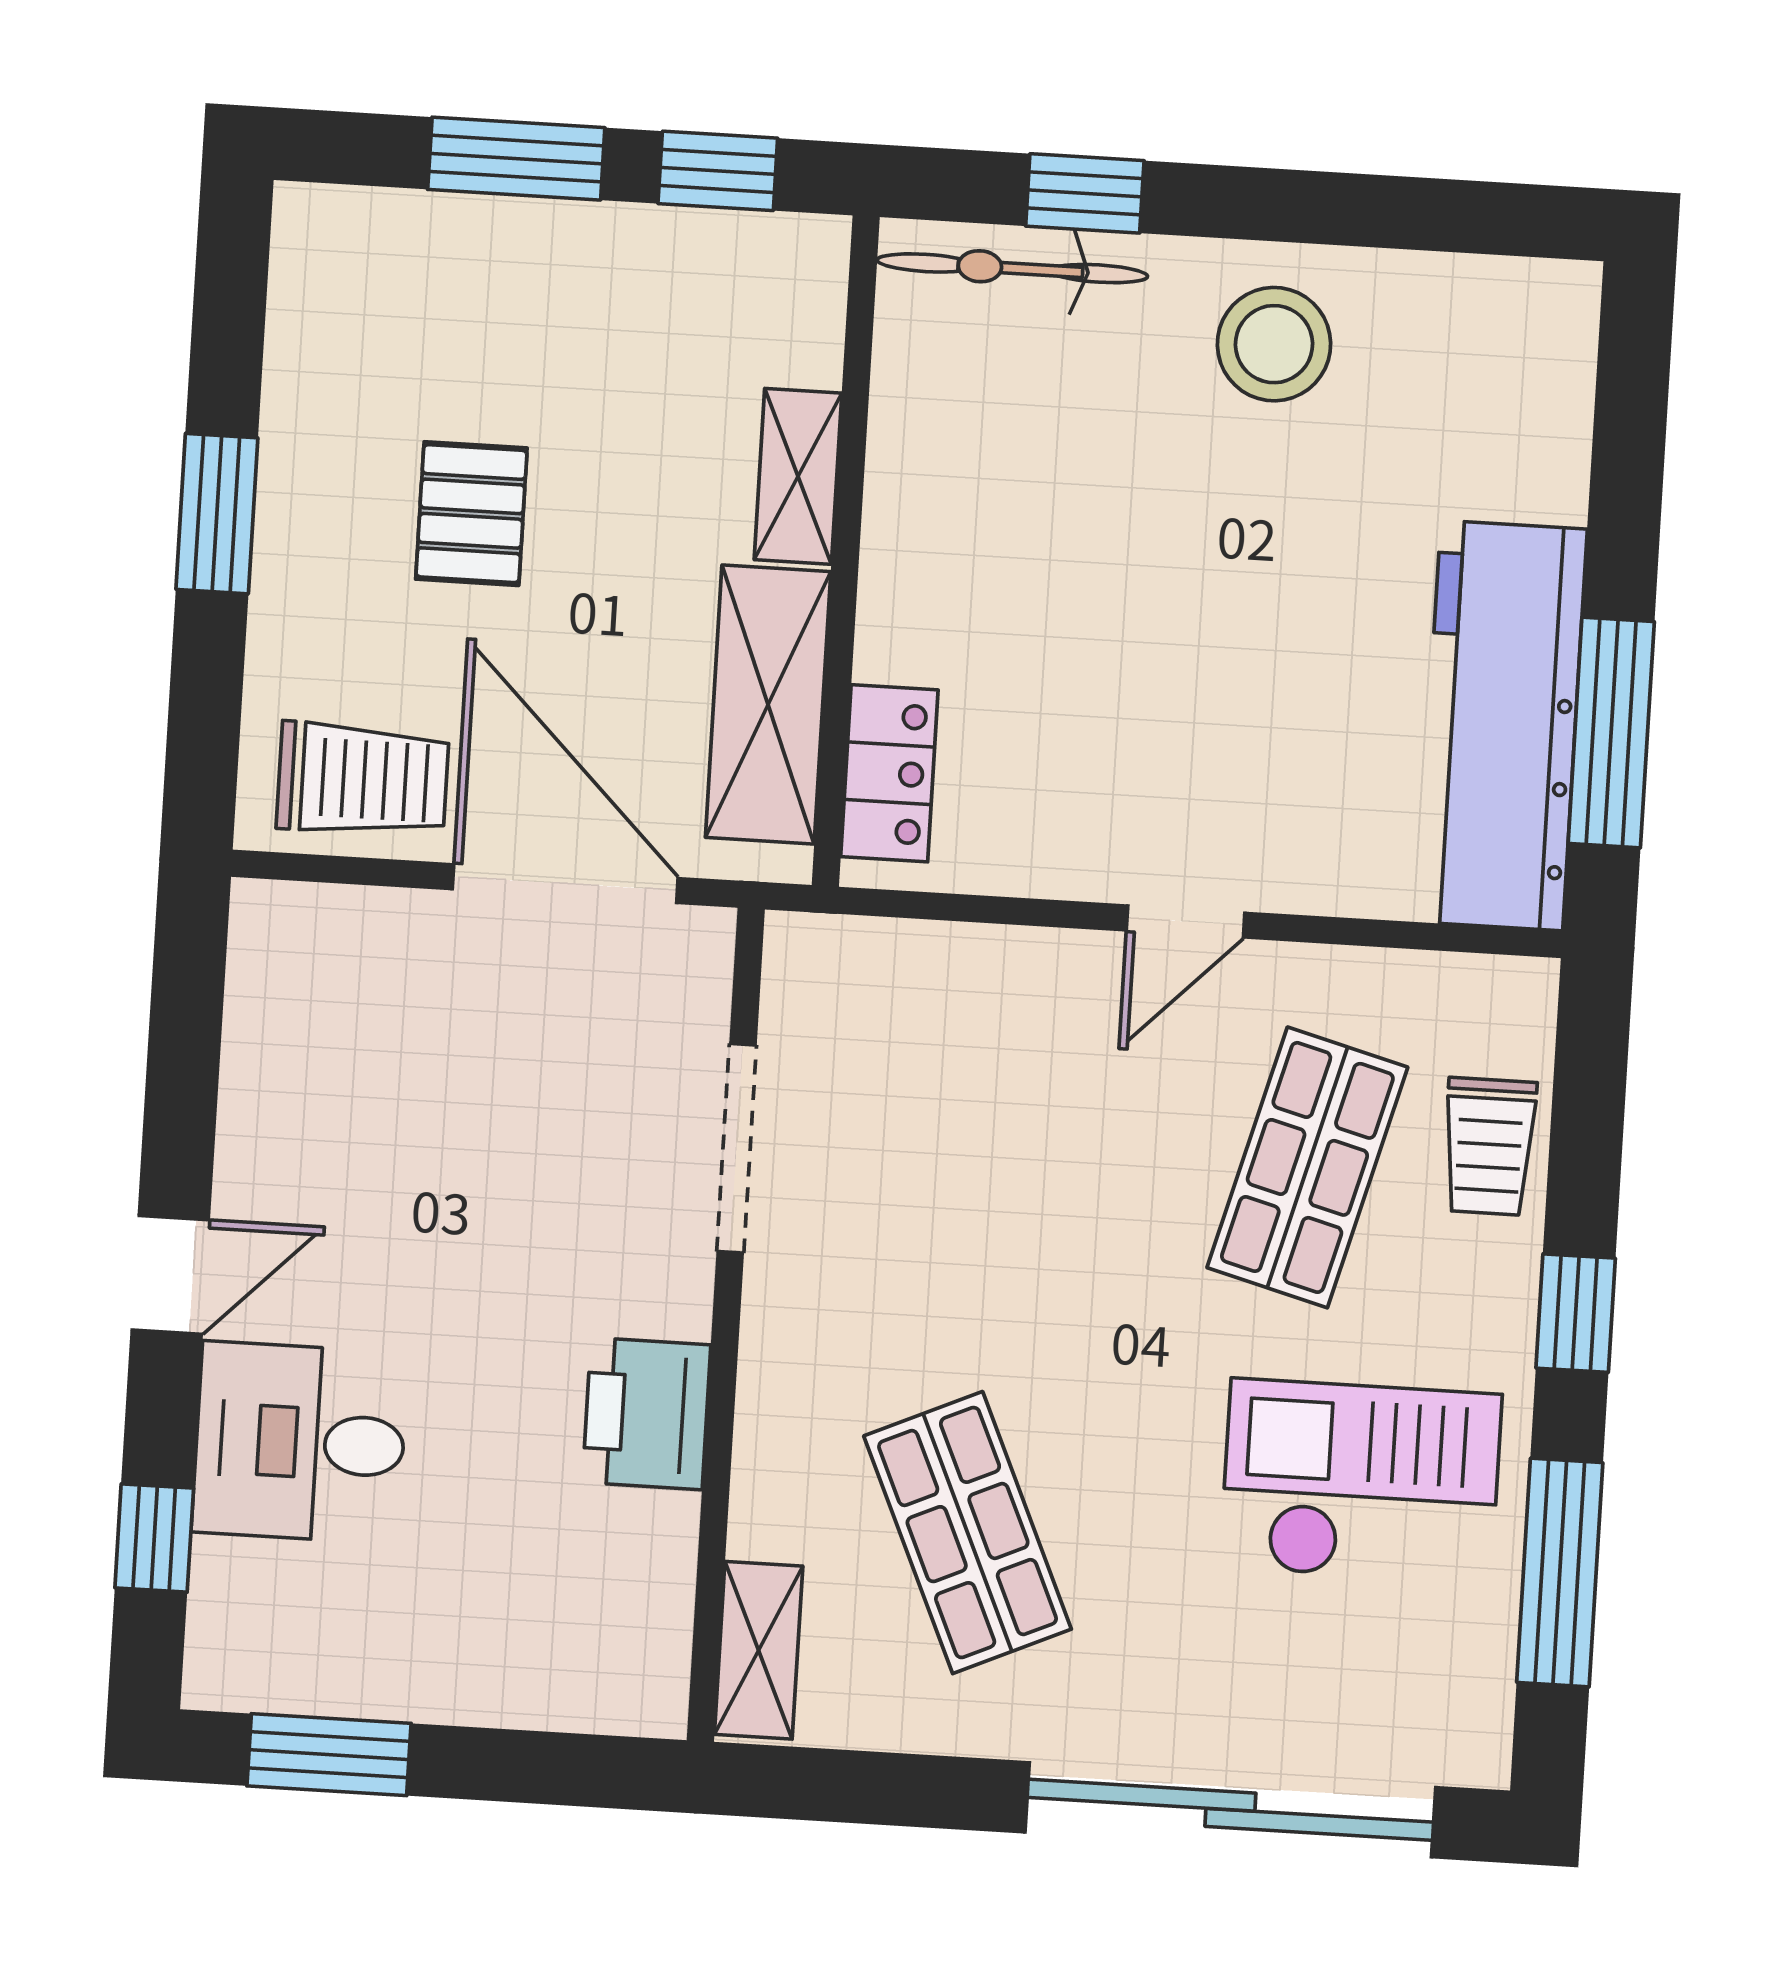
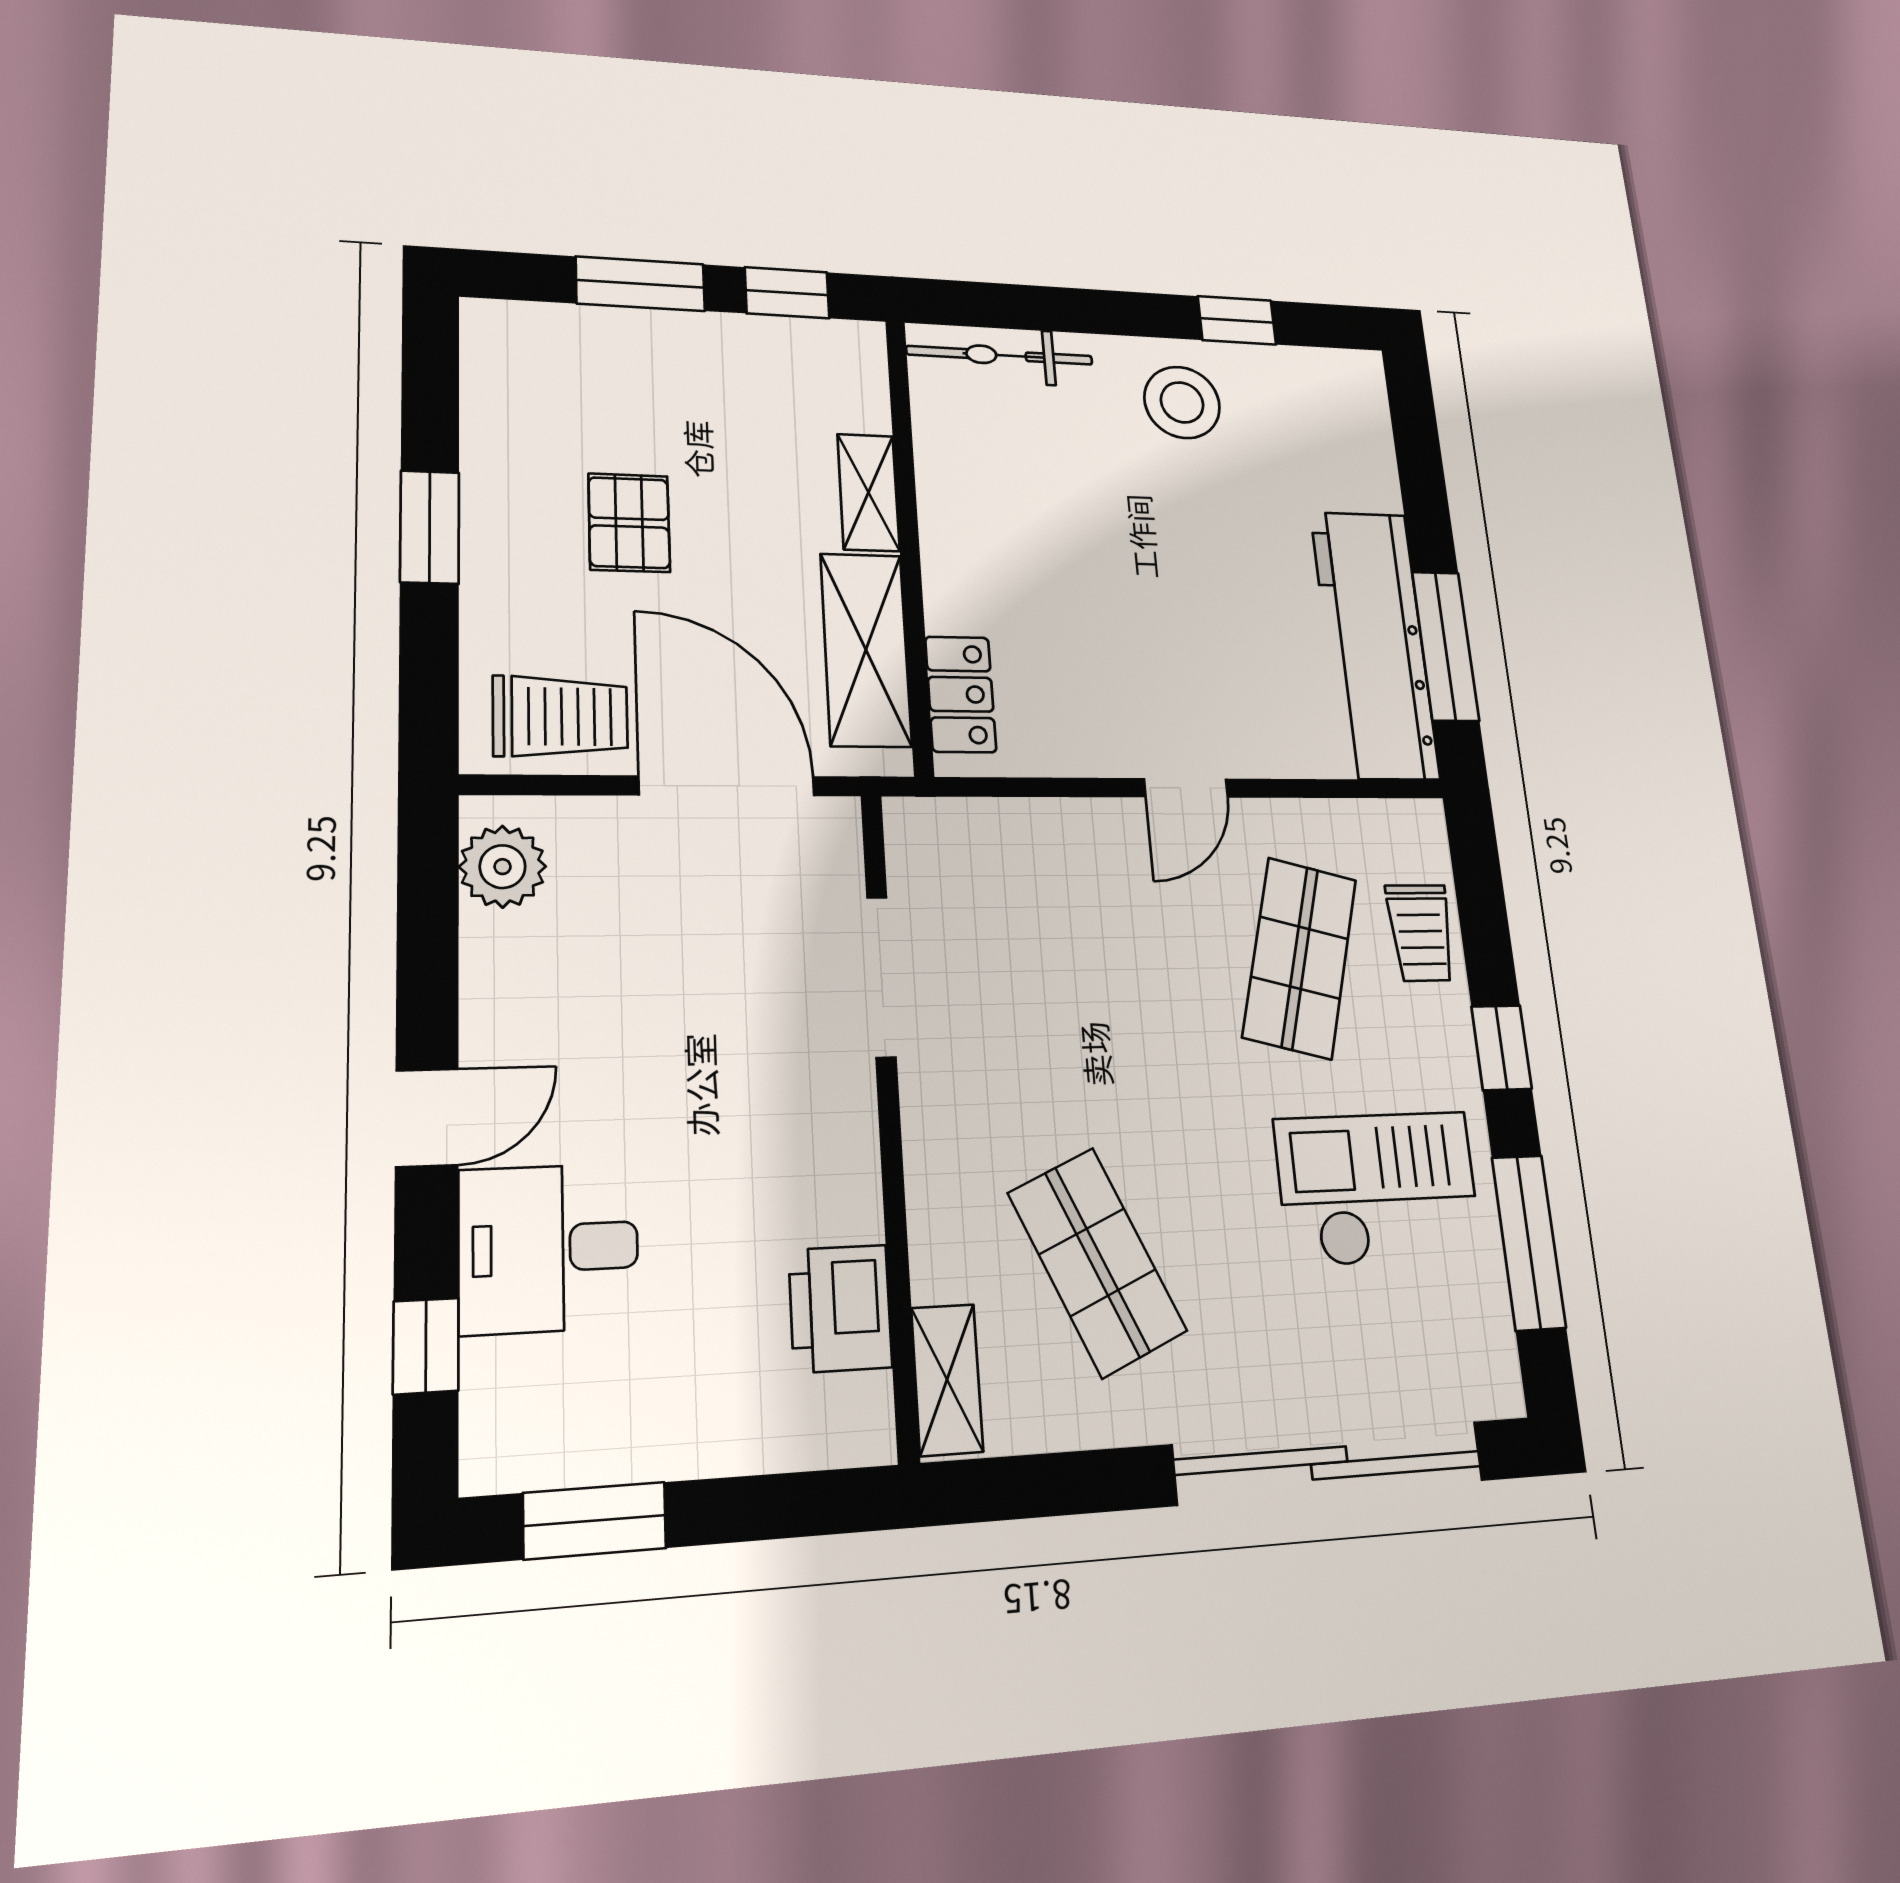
window: (1085, 193) -> (1237, 320), moved
plant: (278, 972) -> (503, 867), added
printer: (647, 1414) -> (840, 1308), moved

